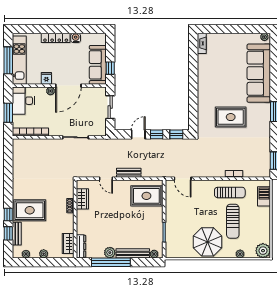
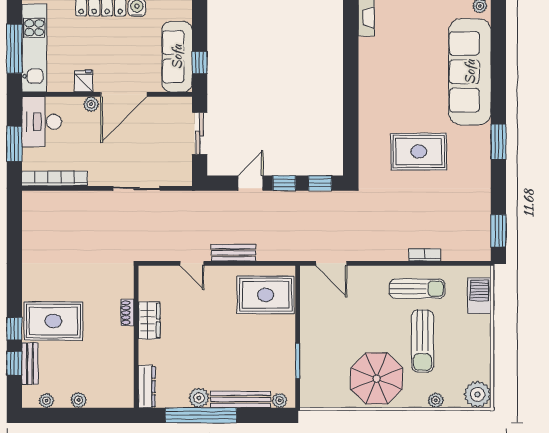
wardrobe: (82, 199) -> (149, 320), moved
wardrobe: (68, 243) -> (123, 381), removed

